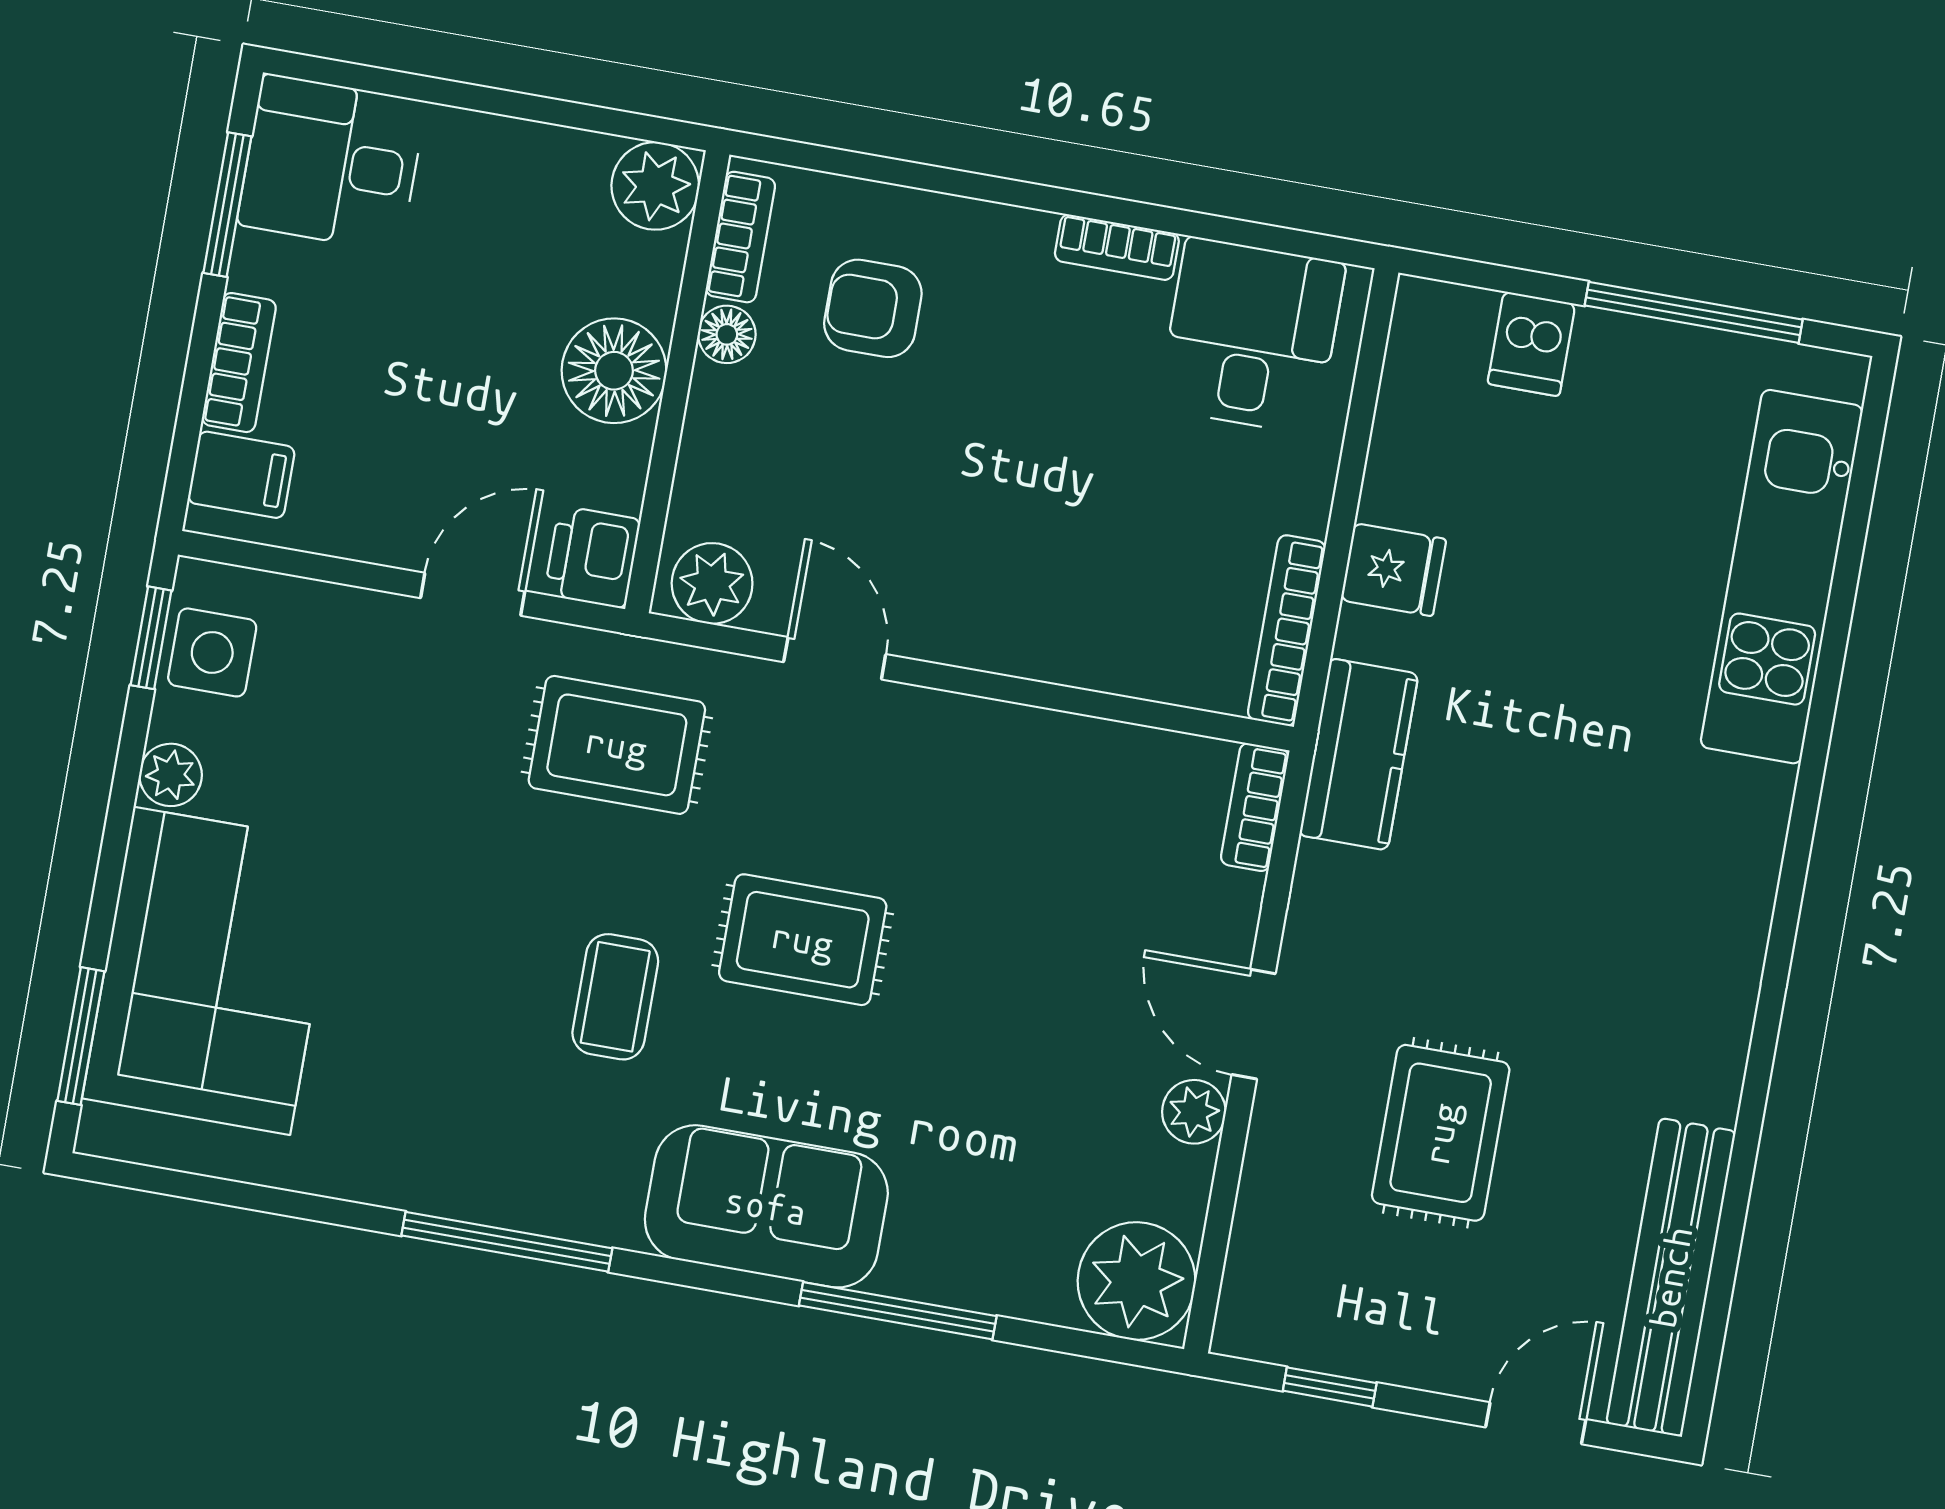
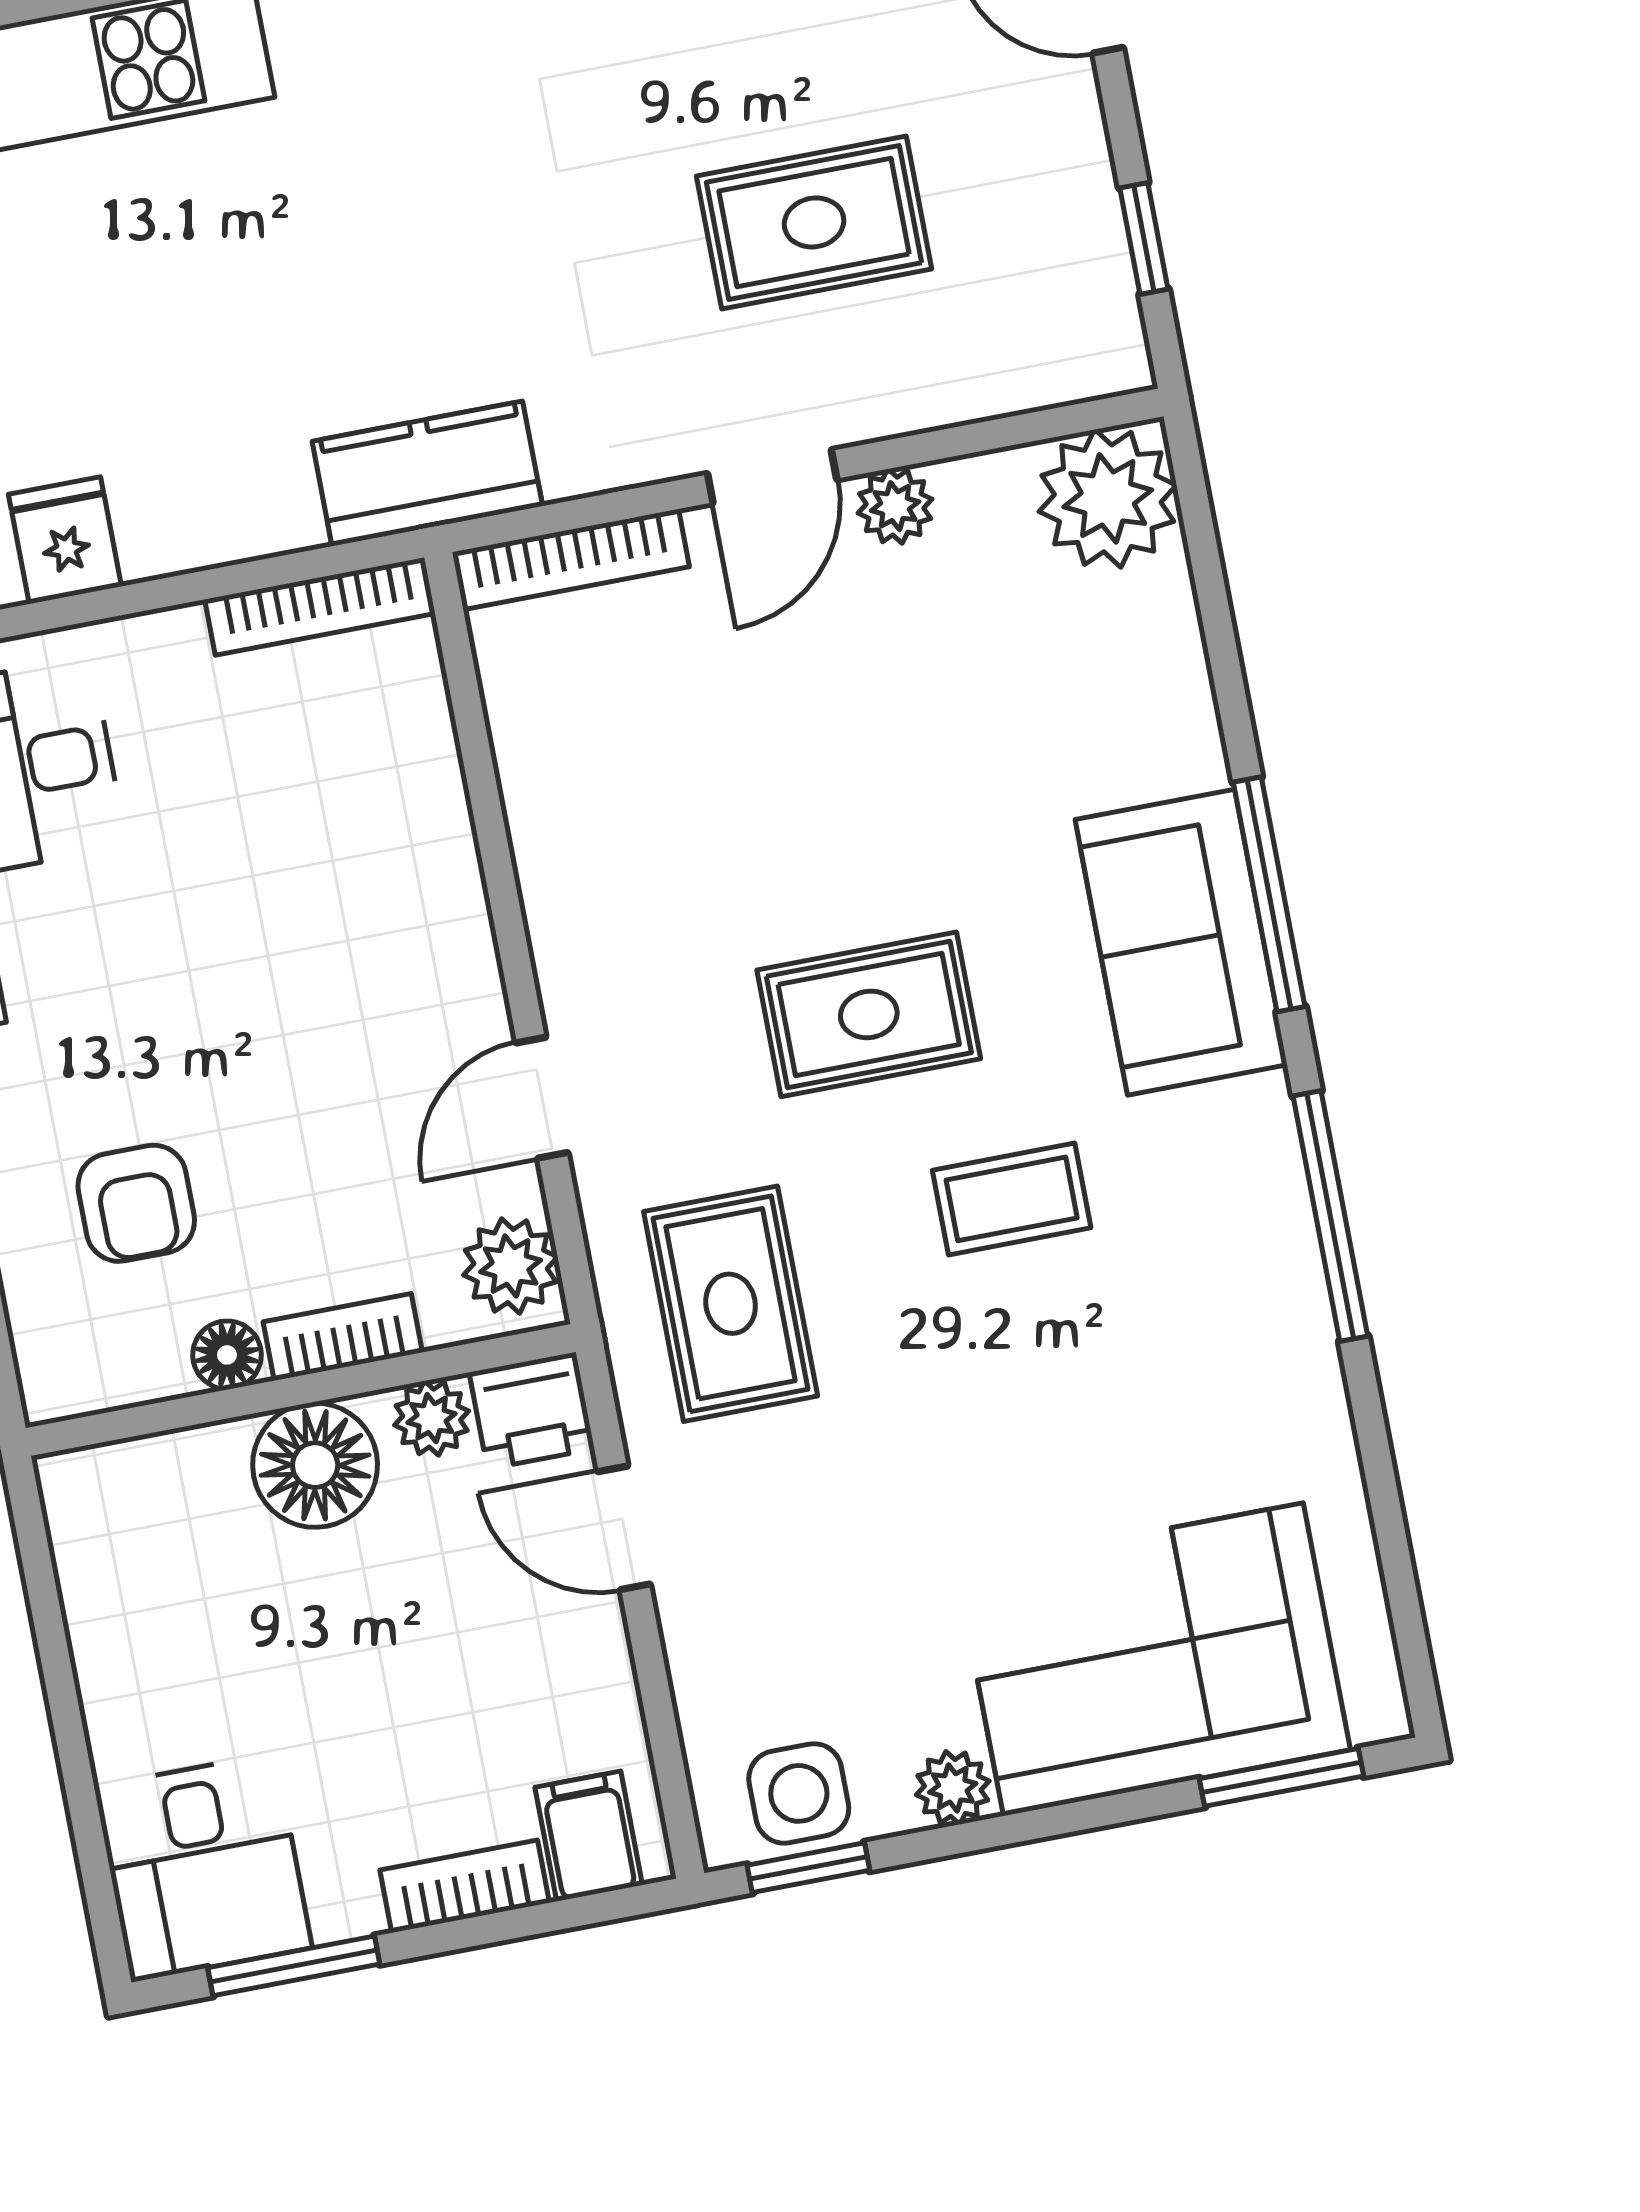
plant: (655, 186) -> (432, 1418), moved, width x0.73, depth x0.73
bookcase: (741, 237) -> (343, 1337), moved
fridge: (1393, 570) -> (65, 540), moved
bookcase: (1255, 807) -> (571, 559), width x1.56
rug: (803, 940) -> (869, 1014), turned 90
window: (898, 1311) -> (1269, 894), moved

